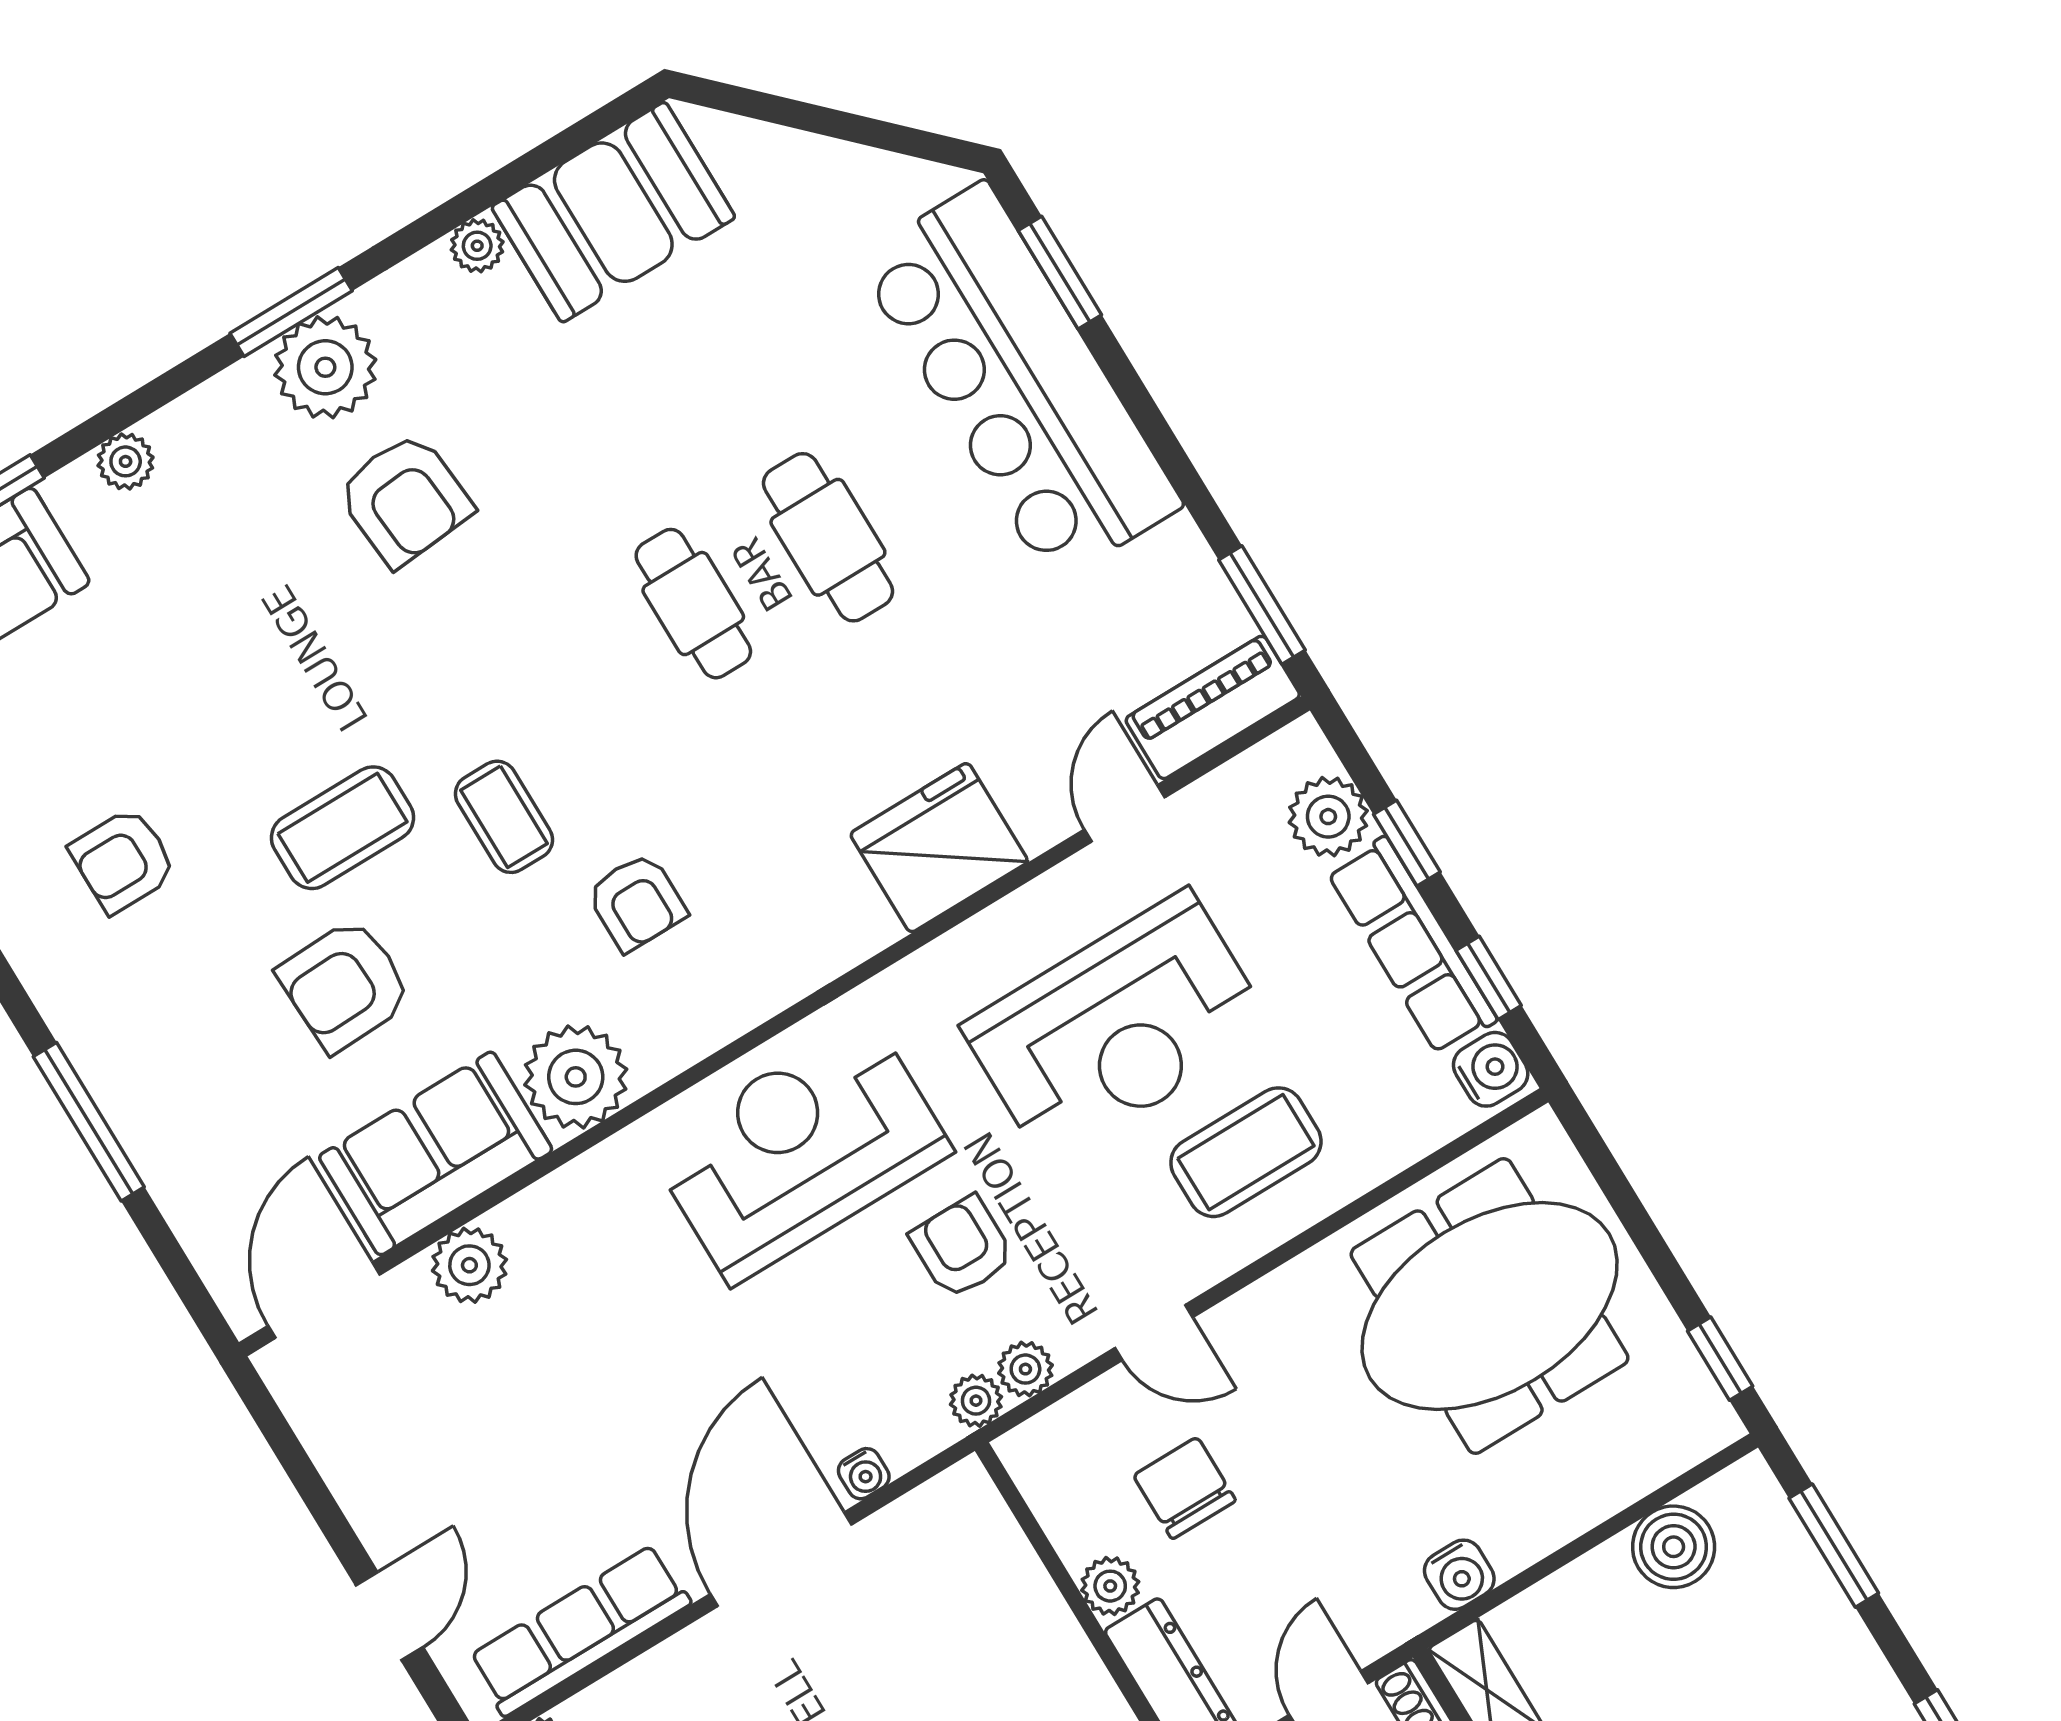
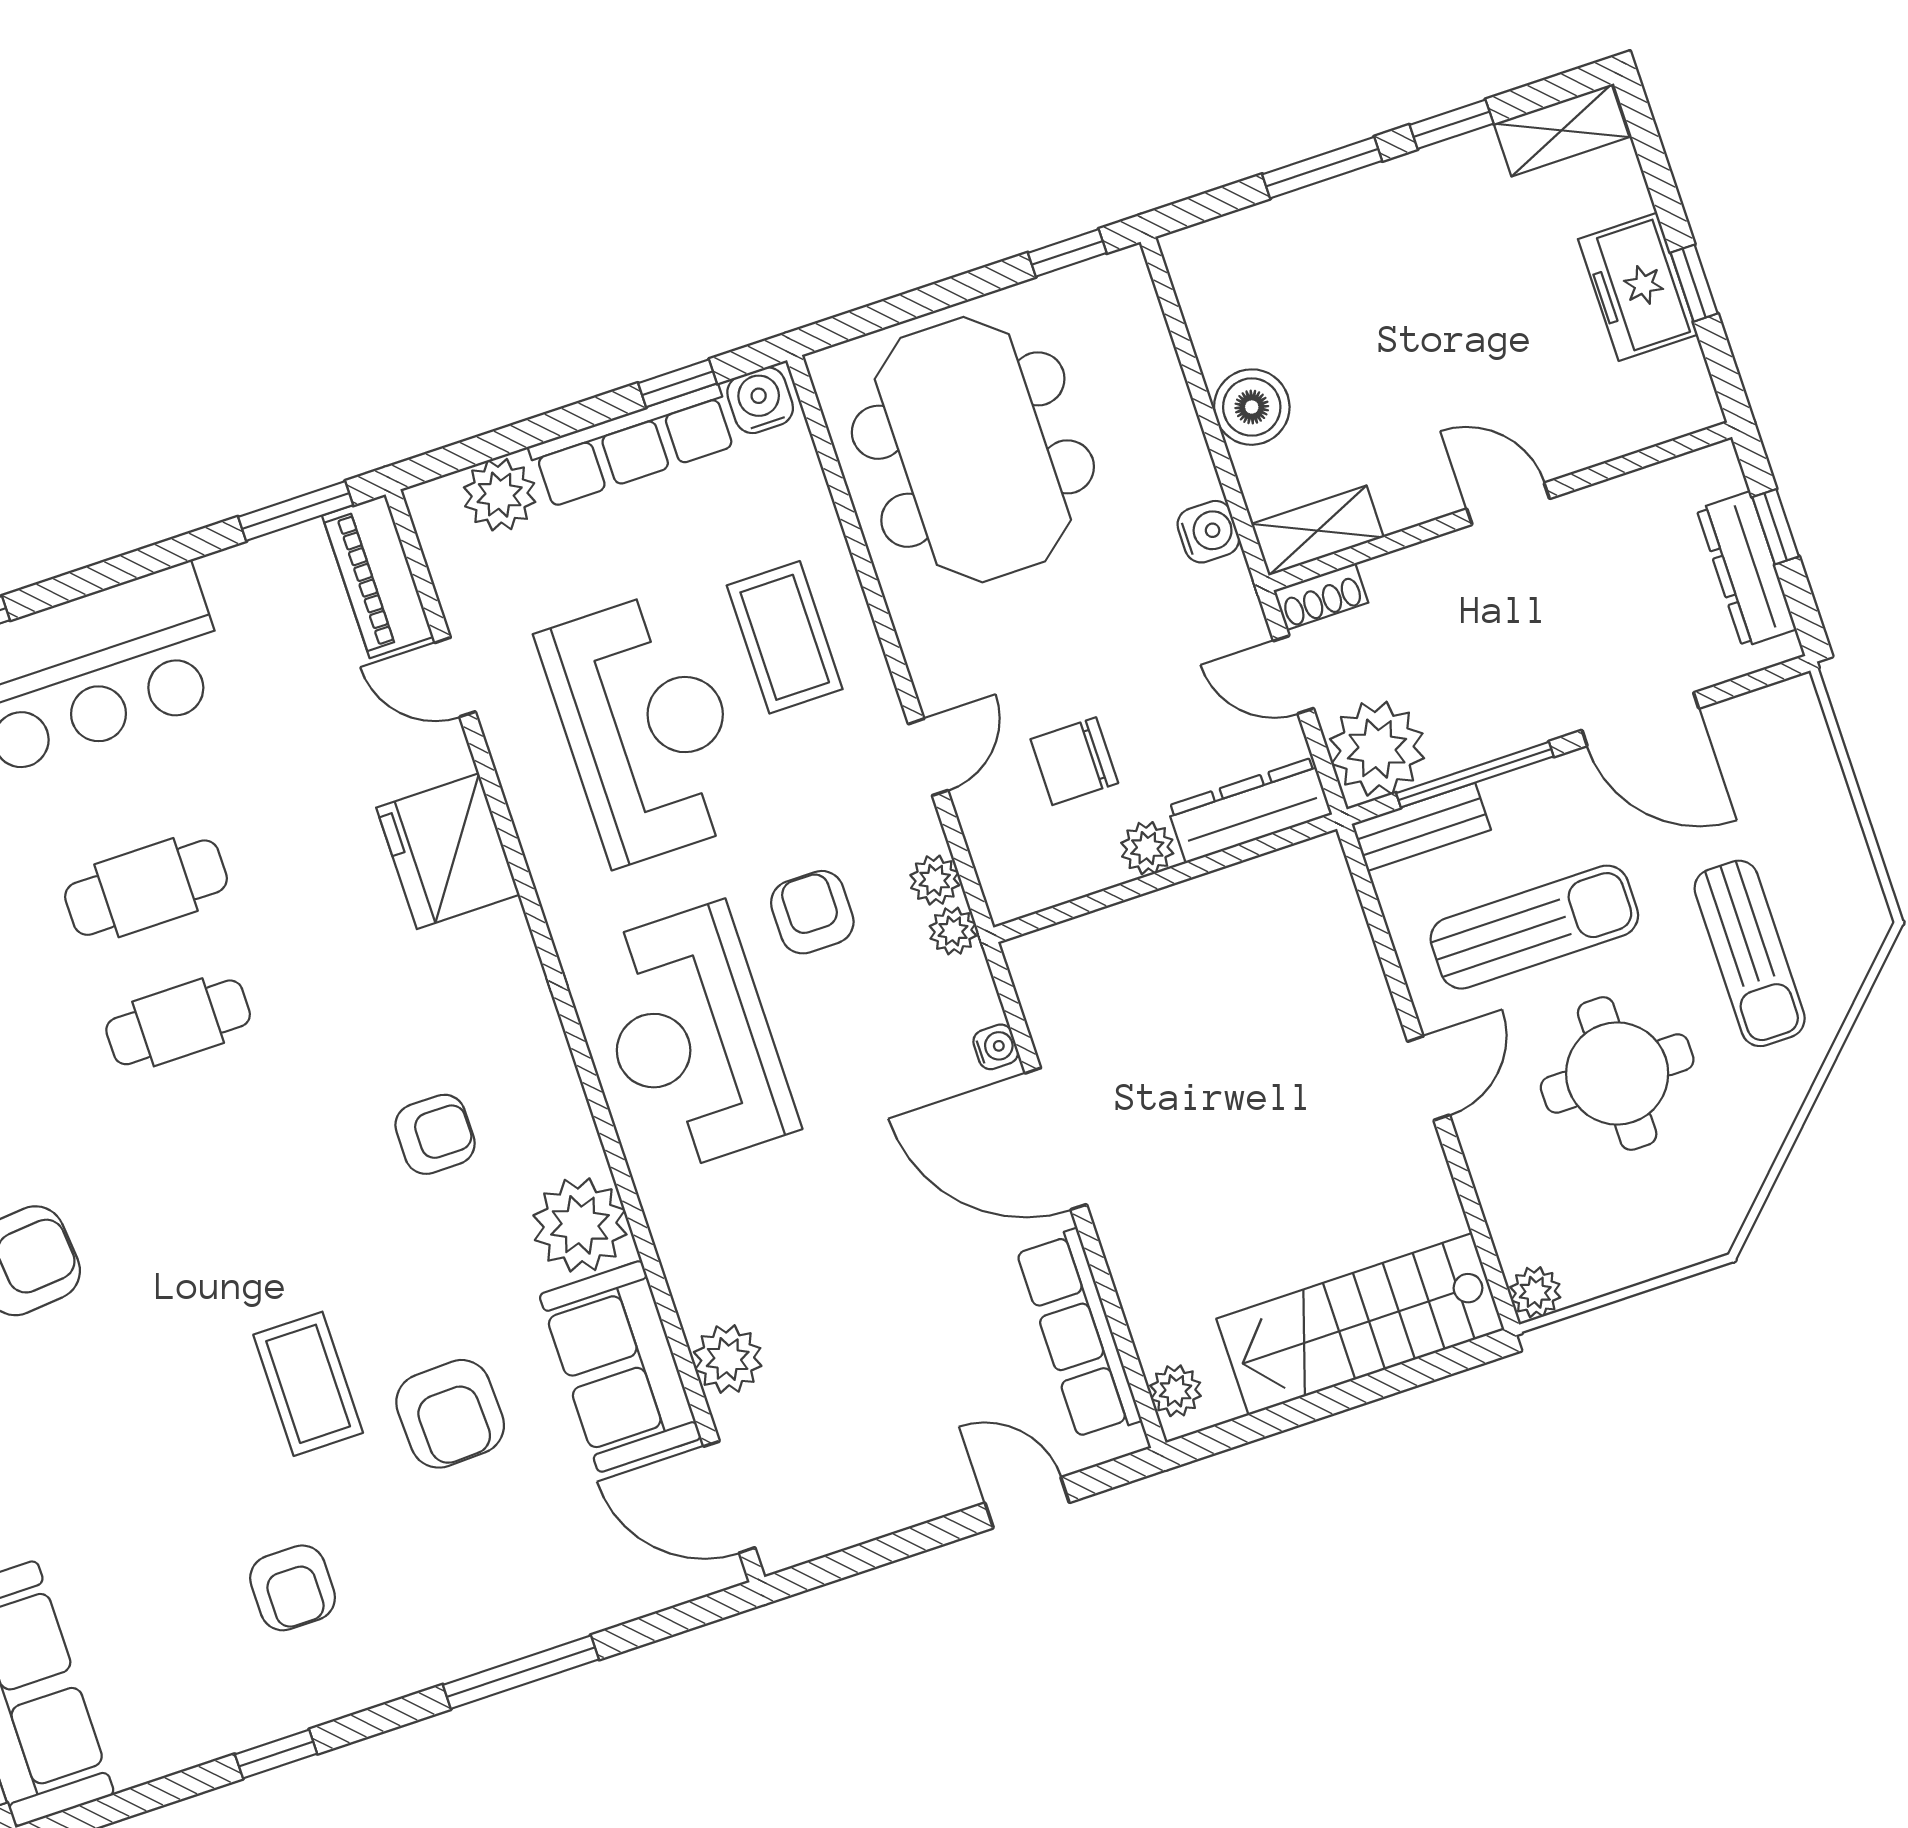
coffee table: (504, 817) -> (331, 1236), removed
window: (1407, 843) -> (540, 429), removed
armchair: (962, 1247) -> (812, 912), turned 90
window: (1834, 1546) -> (1322, 168), moved
boiler: (1674, 1547) -> (1252, 407), moved

